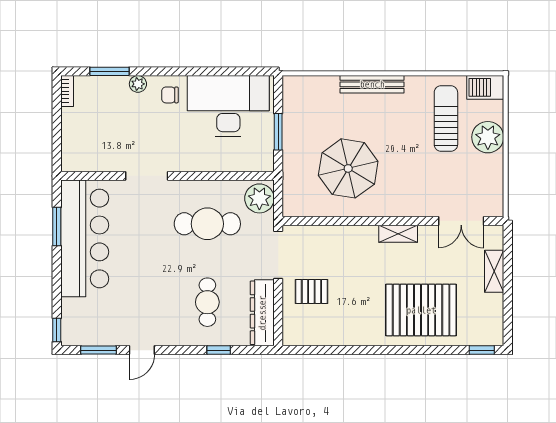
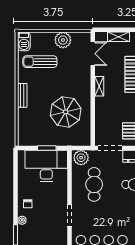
bench: (372, 84) -> (22, 95), width x0.73
desk: (228, 106) -> (46, 166), moved, turned 90
plant: (488, 137) -> (63, 40), moved

